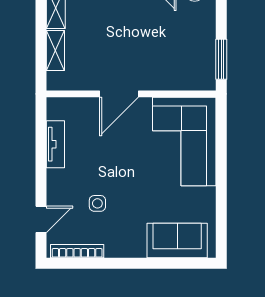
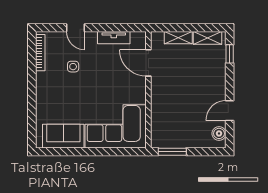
door: (119, 94) -> (148, 63), moved
door: (41, 219) -> (76, 28), moved
sofa: (177, 241) -> (63, 136), moved, turned -90

